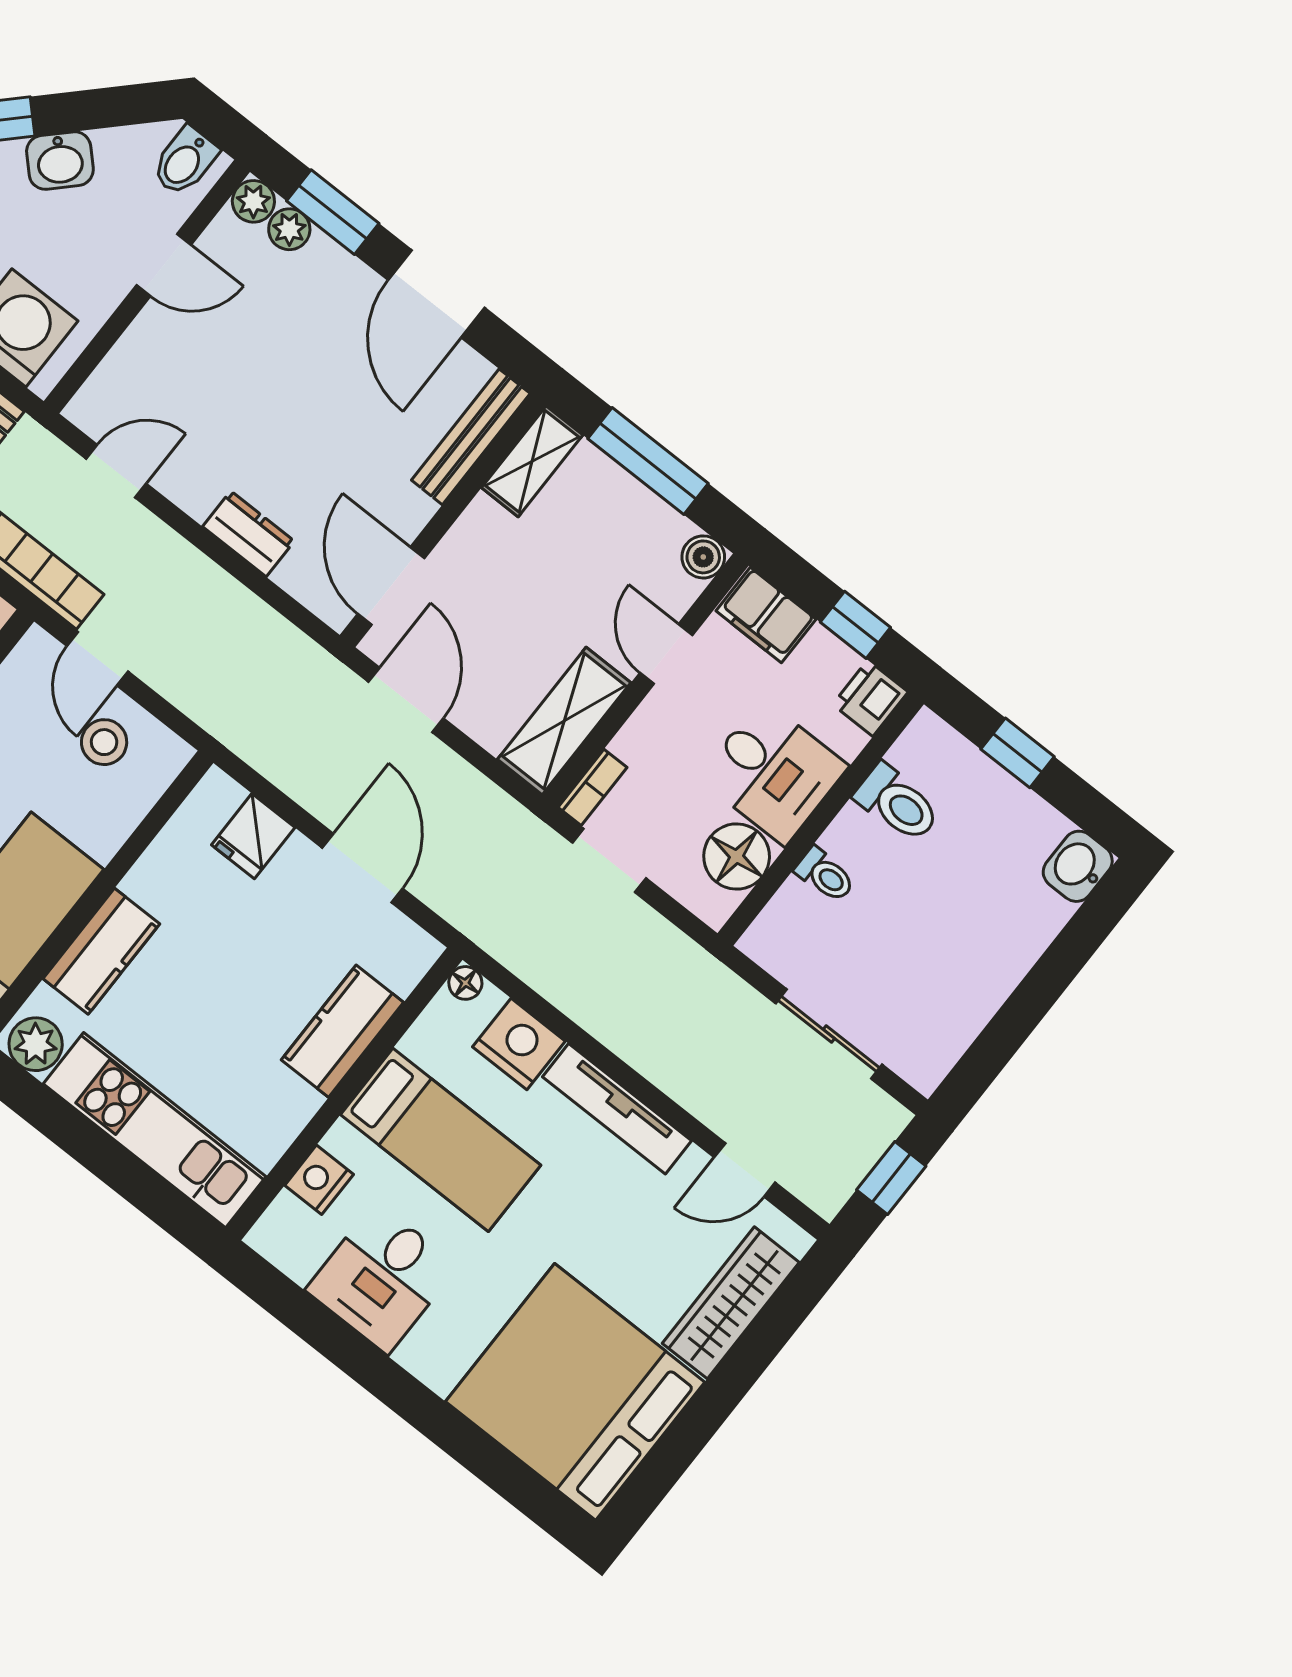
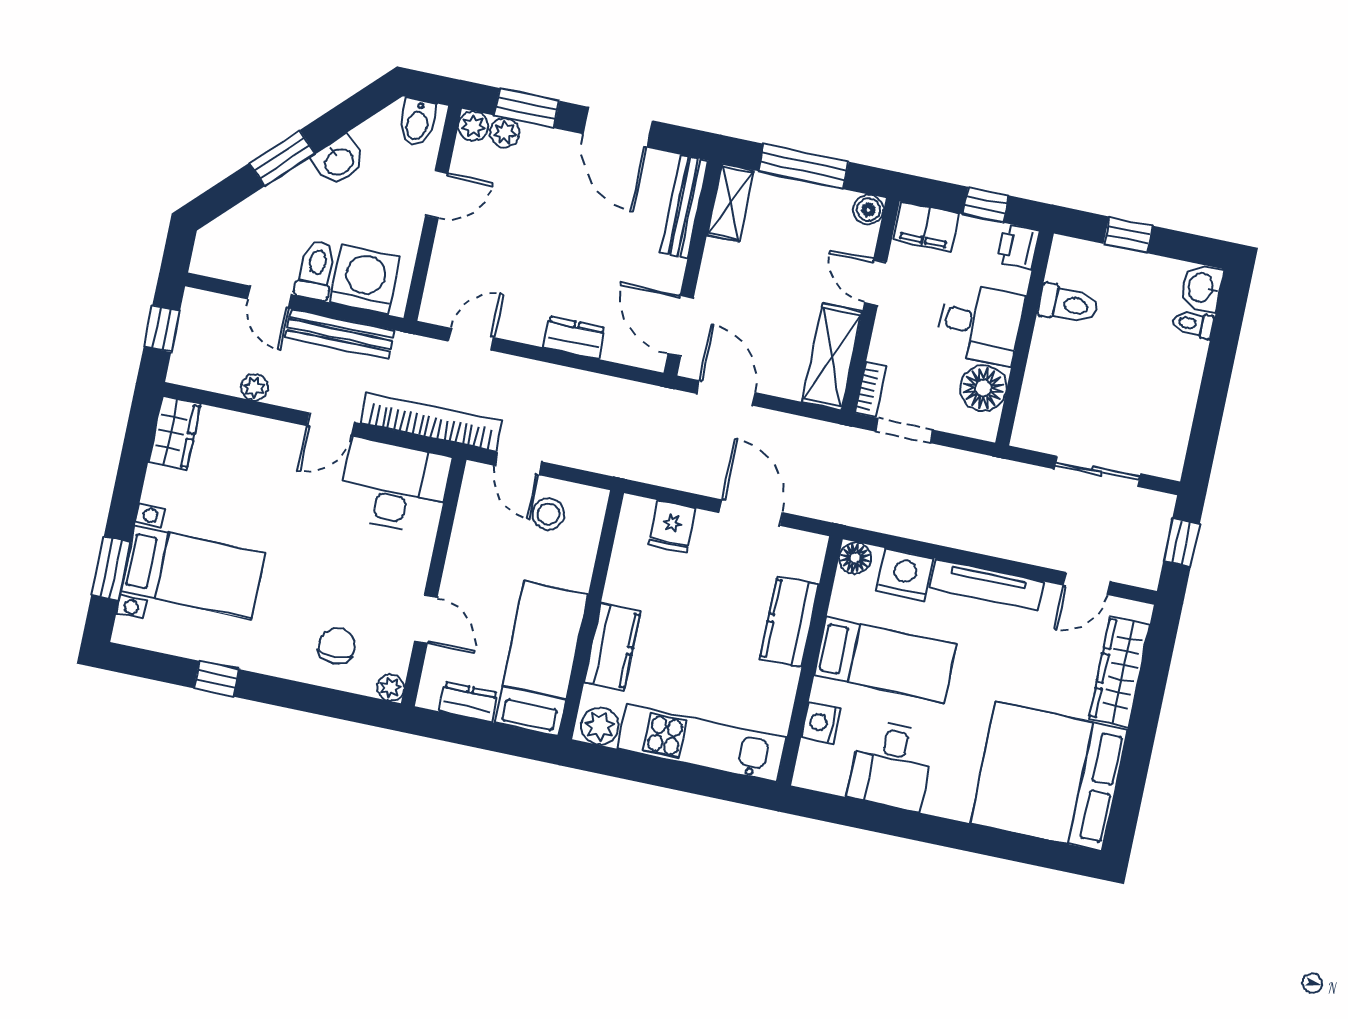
toilet: (825, 875) -> (1193, 324), moved, turned 180
floor lamp: (465, 983) -> (855, 558), width x1.37, depth x1.37

